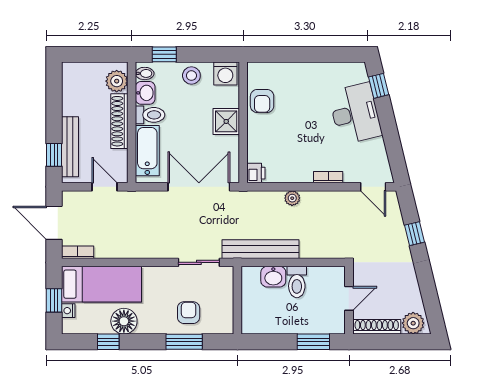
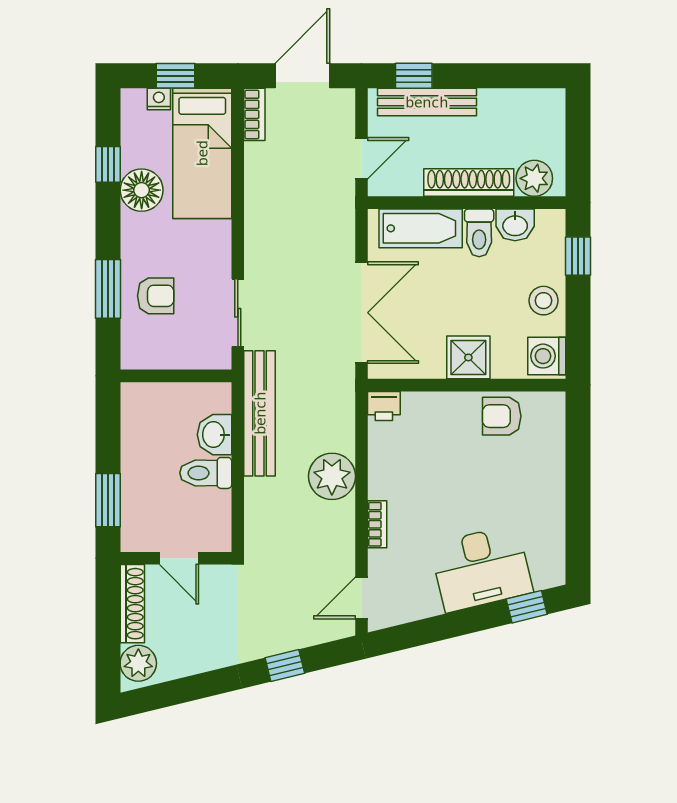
bidet: (145, 73) -> (547, 224), removed
plant: (292, 198) -> (332, 476), width x1.88, depth x1.88

